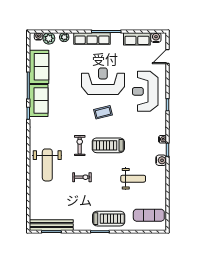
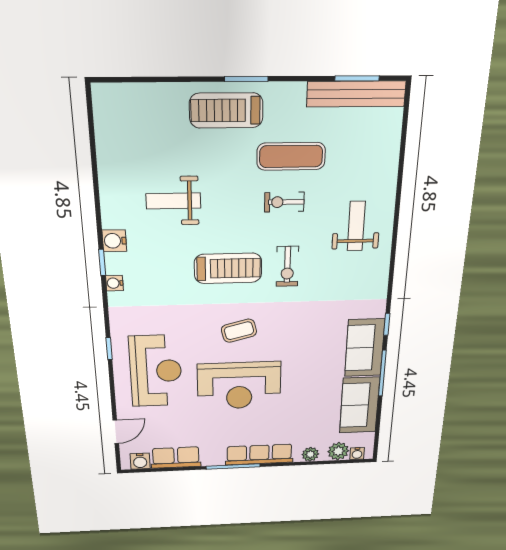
weight bench: (47, 165) -> (356, 226), width x0.73, depth x0.75
exercise mat: (149, 215) -> (291, 156), moved

